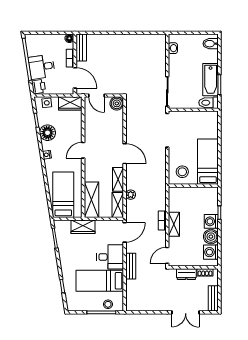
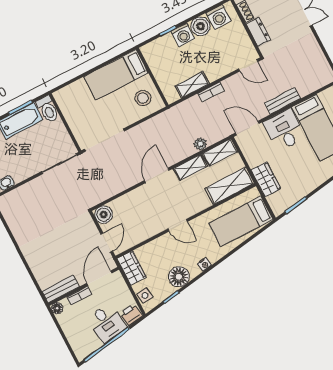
shelving: (174, 224) -> (192, 85), moved

